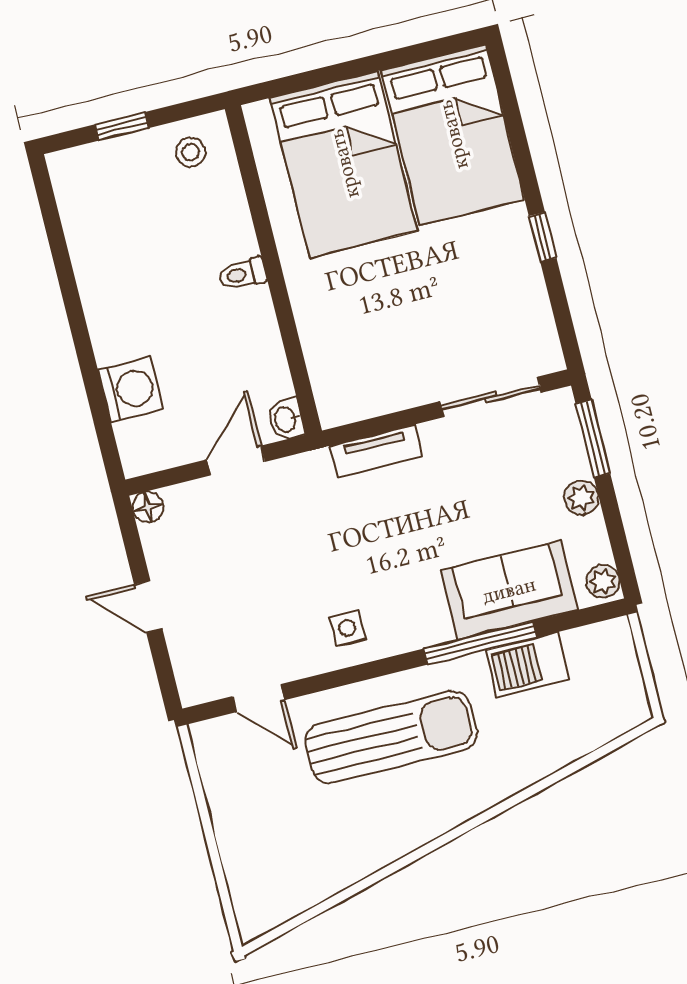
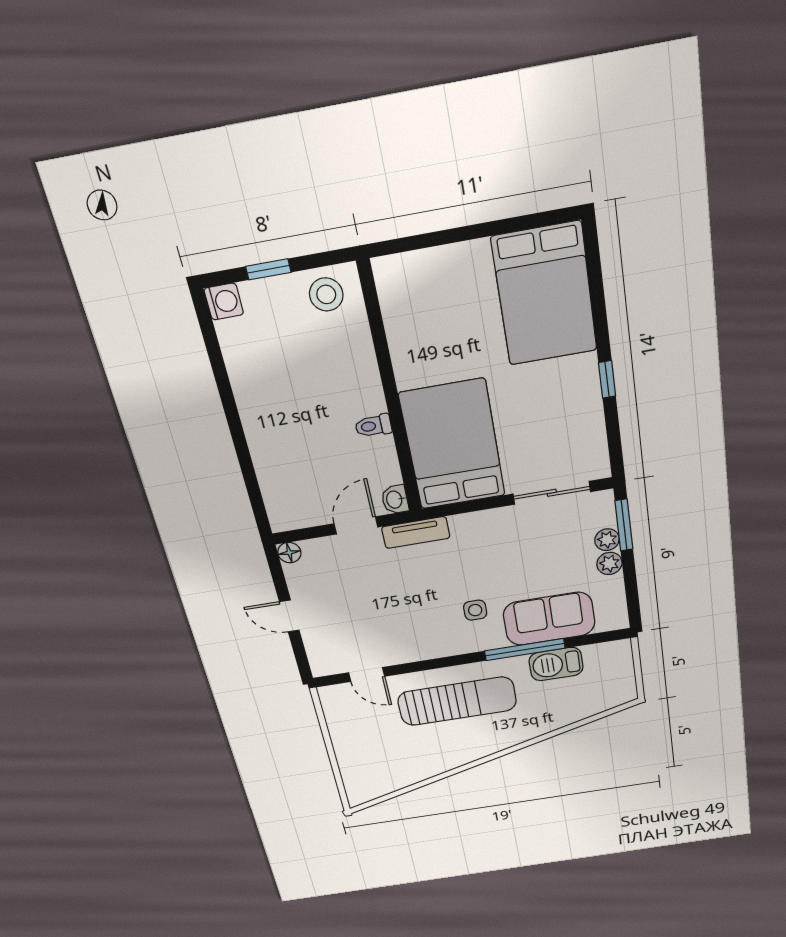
stool: (191, 152) -> (326, 294), width x1.37, depth x1.37
bed: (344, 164) -> (453, 445), moved, turned 180
toilet: (243, 274) -> (373, 426), moved
washing machine: (131, 389) -> (224, 301), moved, width x0.73, depth x0.73
tv unit: (376, 451) -> (416, 533), moved
plant: (603, 581) -> (607, 540), moved
side table: (347, 628) -> (475, 610), moved

